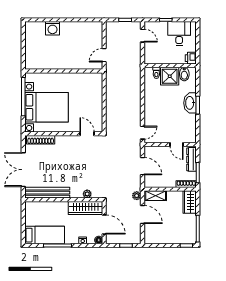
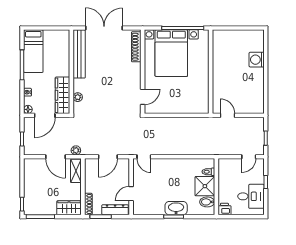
door: (142, 215) -> (56, 157), hinge flipped

